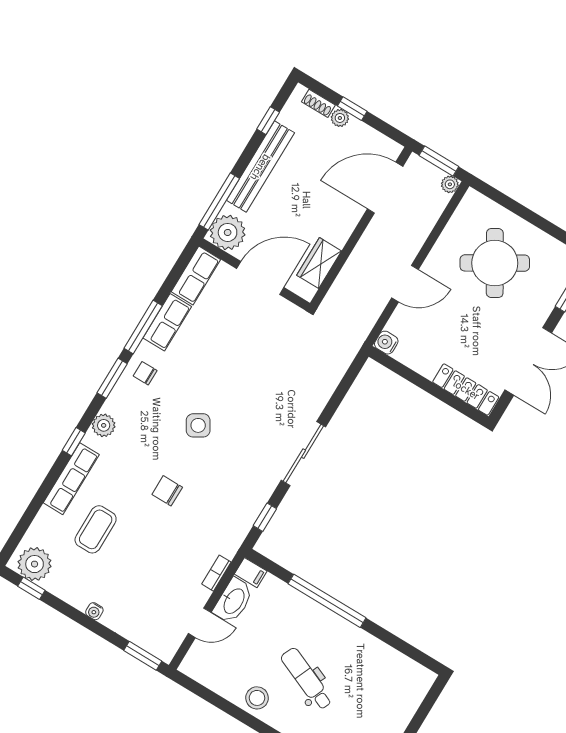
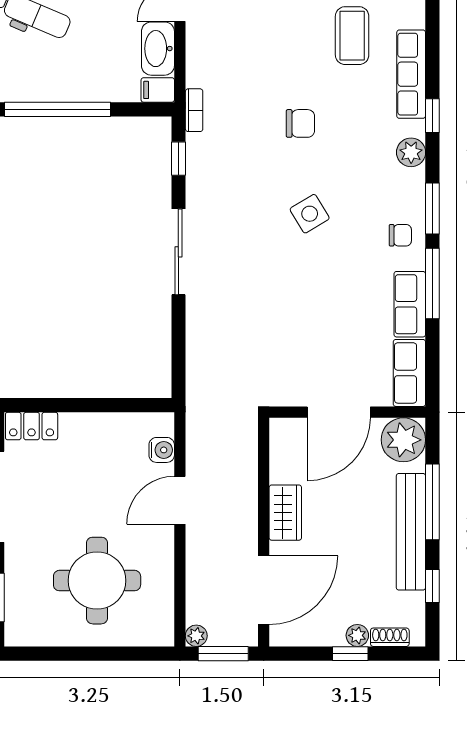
window: (219, 202) -> (432, 502), moved
wardrobe: (319, 263) -> (285, 513), moved
round table: (495, 263) -> (97, 581), turned 31
water cooler: (386, 343) -> (162, 450), moved
locker: (466, 390) -> (32, 426), width x0.66
bookcase: (216, 573) -> (194, 110), moved

